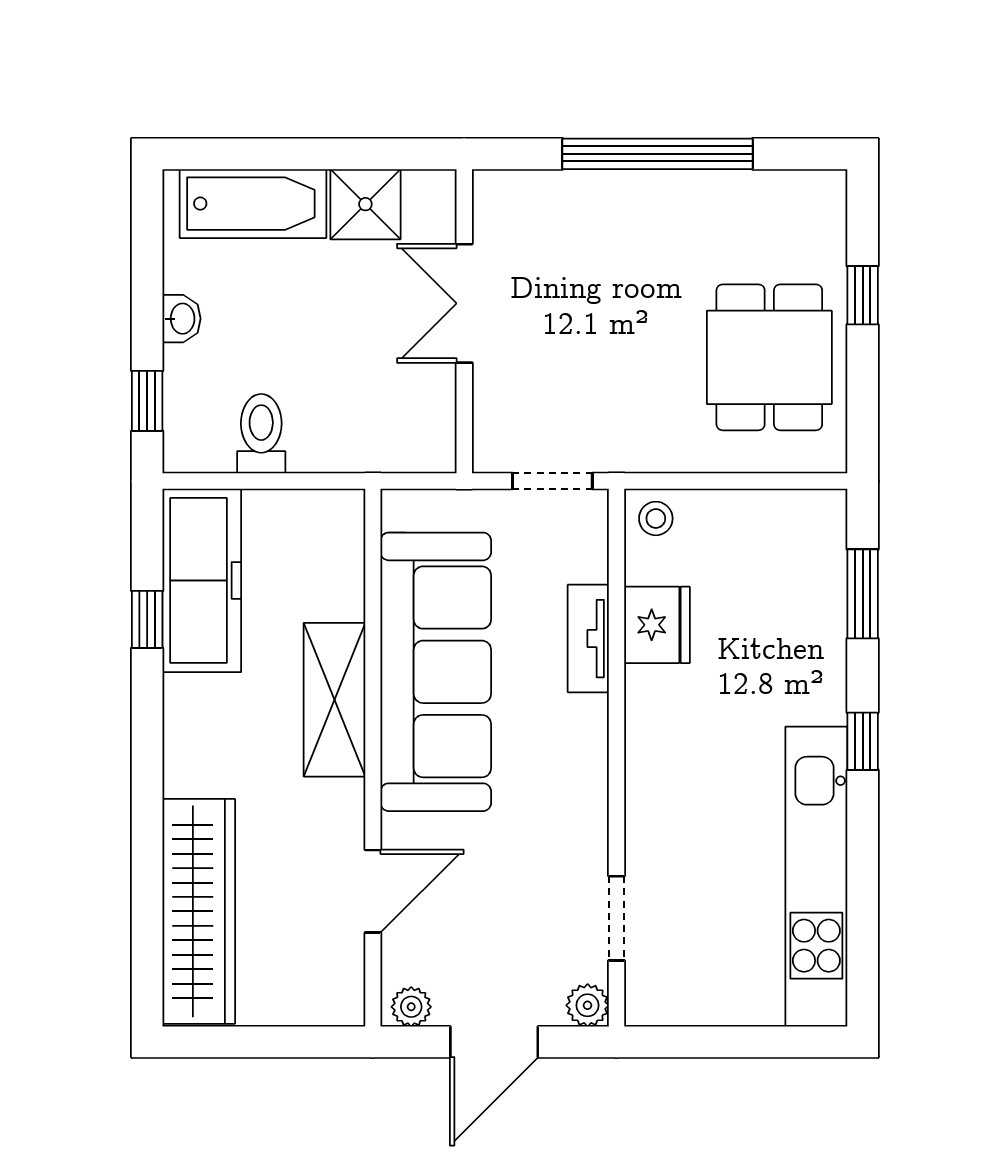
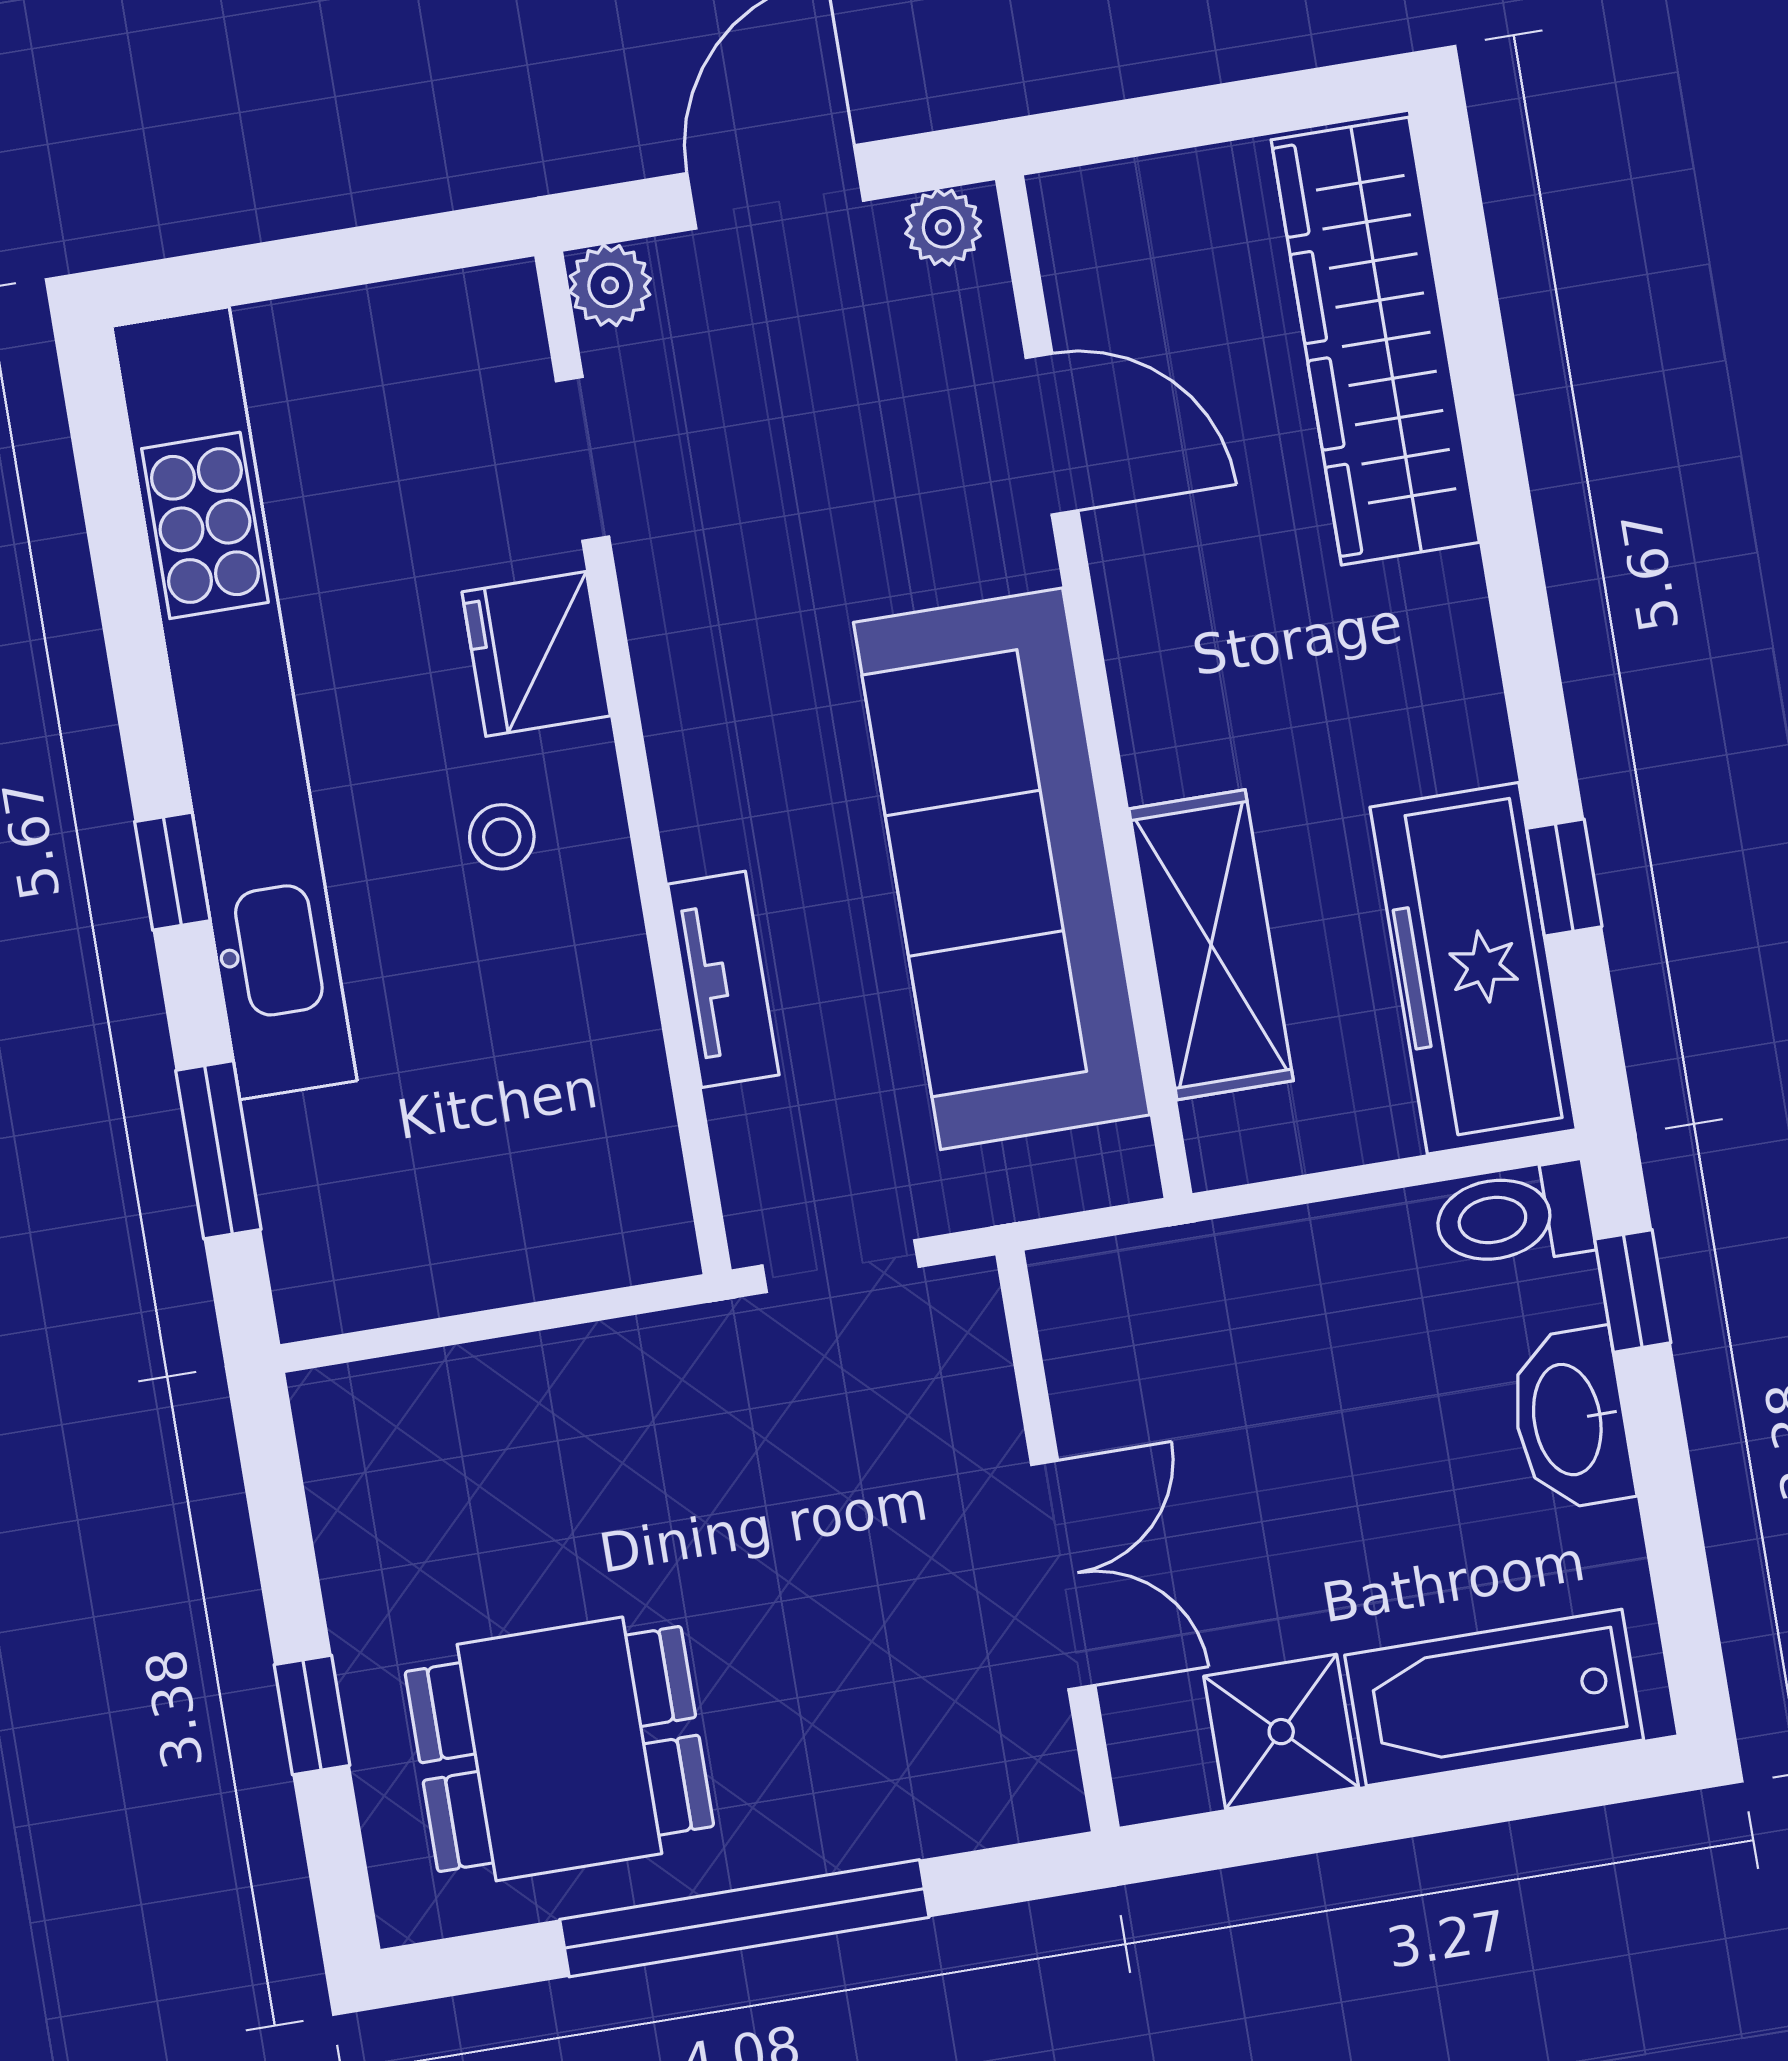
washbasin: (181, 319) -> (1570, 1419), width x1.91, depth x1.45
dining table: (769, 357) -> (559, 1749), moved, turned 90
toilet: (261, 434) -> (1514, 1216), moved, turned 90
stool: (656, 518) -> (502, 837), moved
fridge: (657, 625) -> (536, 654), moved
shelving: (334, 700) -> (1211, 945), moved
kitchen unit: (816, 877) -> (234, 703), width x1.36
door: (373, 891) -> (1052, 434), swing flipped

